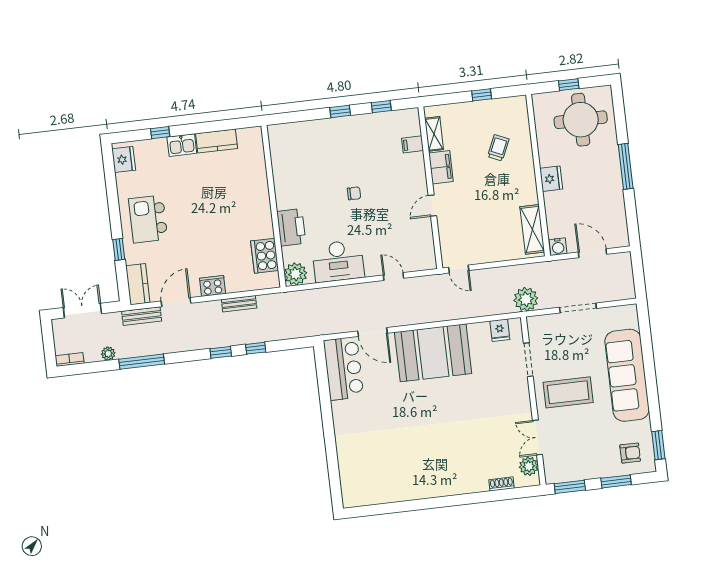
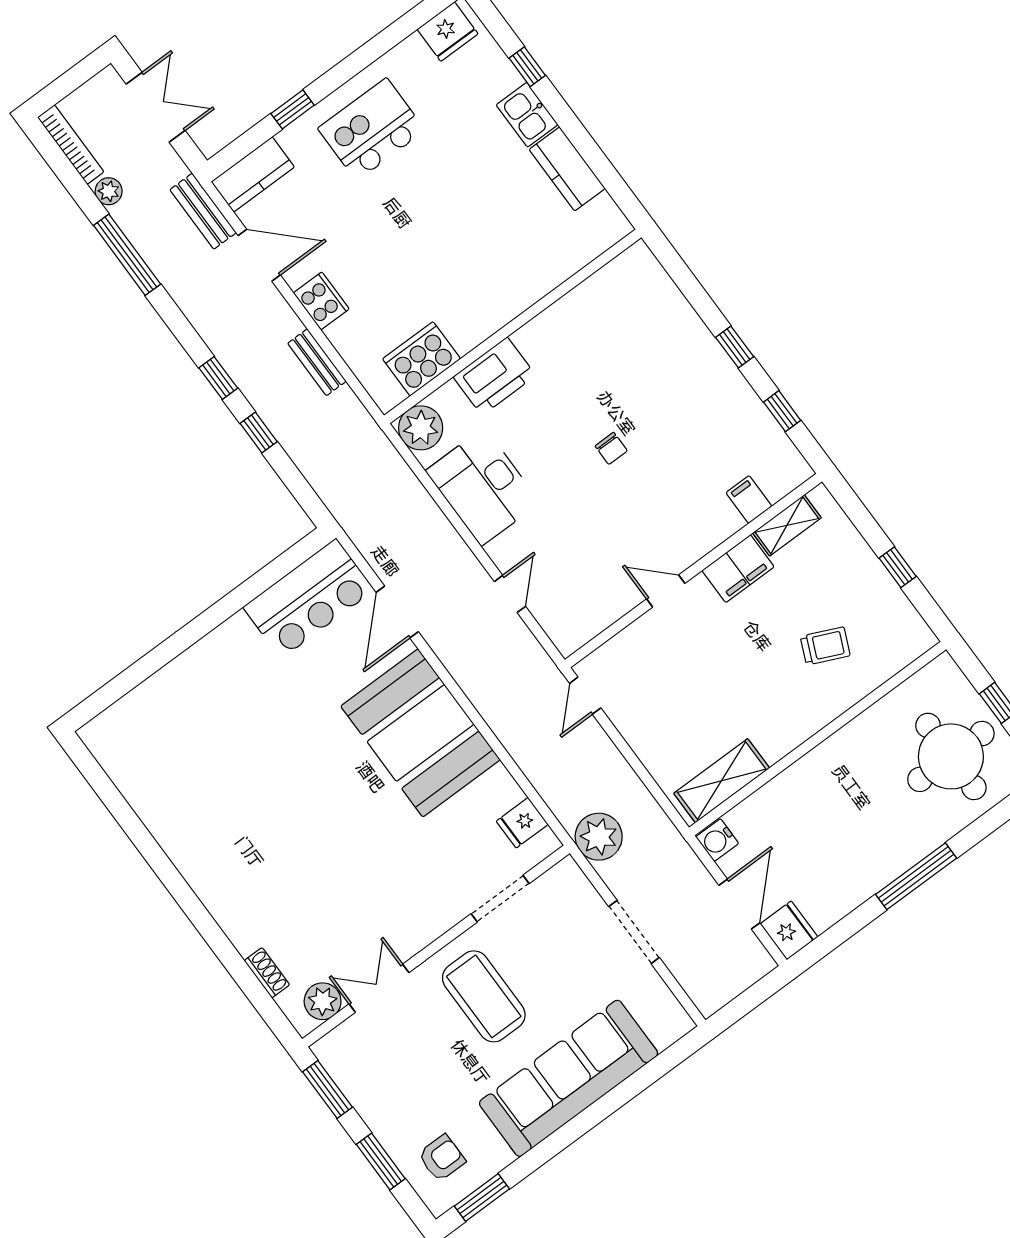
fridge: (551, 179) -> (789, 930), moved, turned -90
bookcase: (70, 360) -> (71, 145), width x1.56
armchair: (630, 453) -> (442, 1158), turned -90

